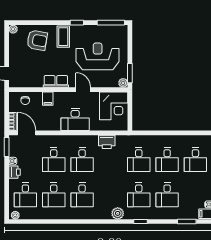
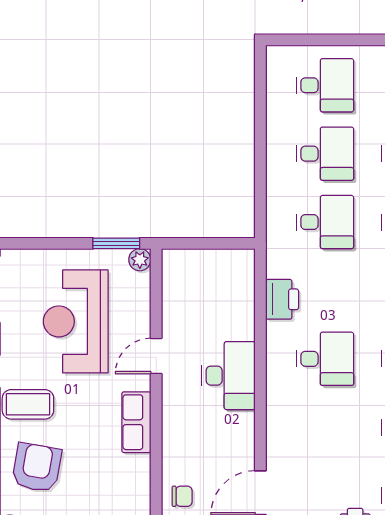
filing cabinet: (48, 99) -> (178, 442), removed
corner desk: (114, 106) -> (195, 282), removed
desk: (54, 160) -> (325, 427), removed

